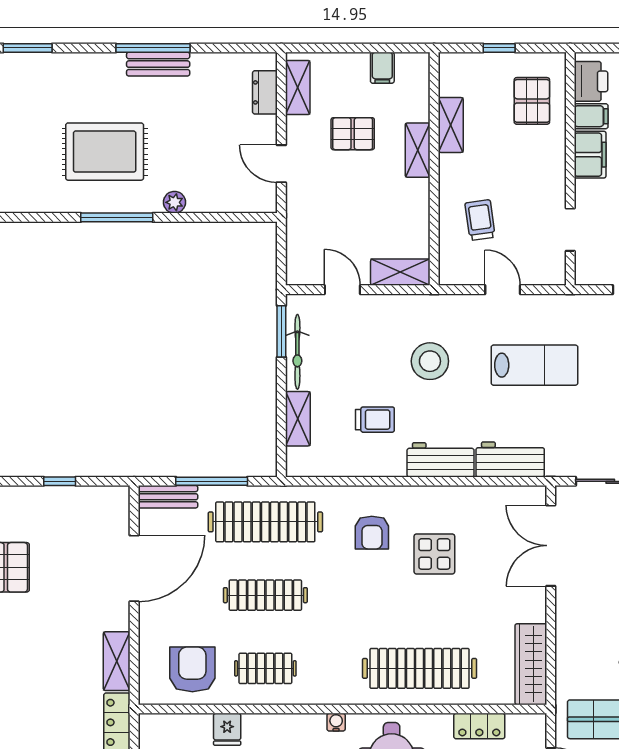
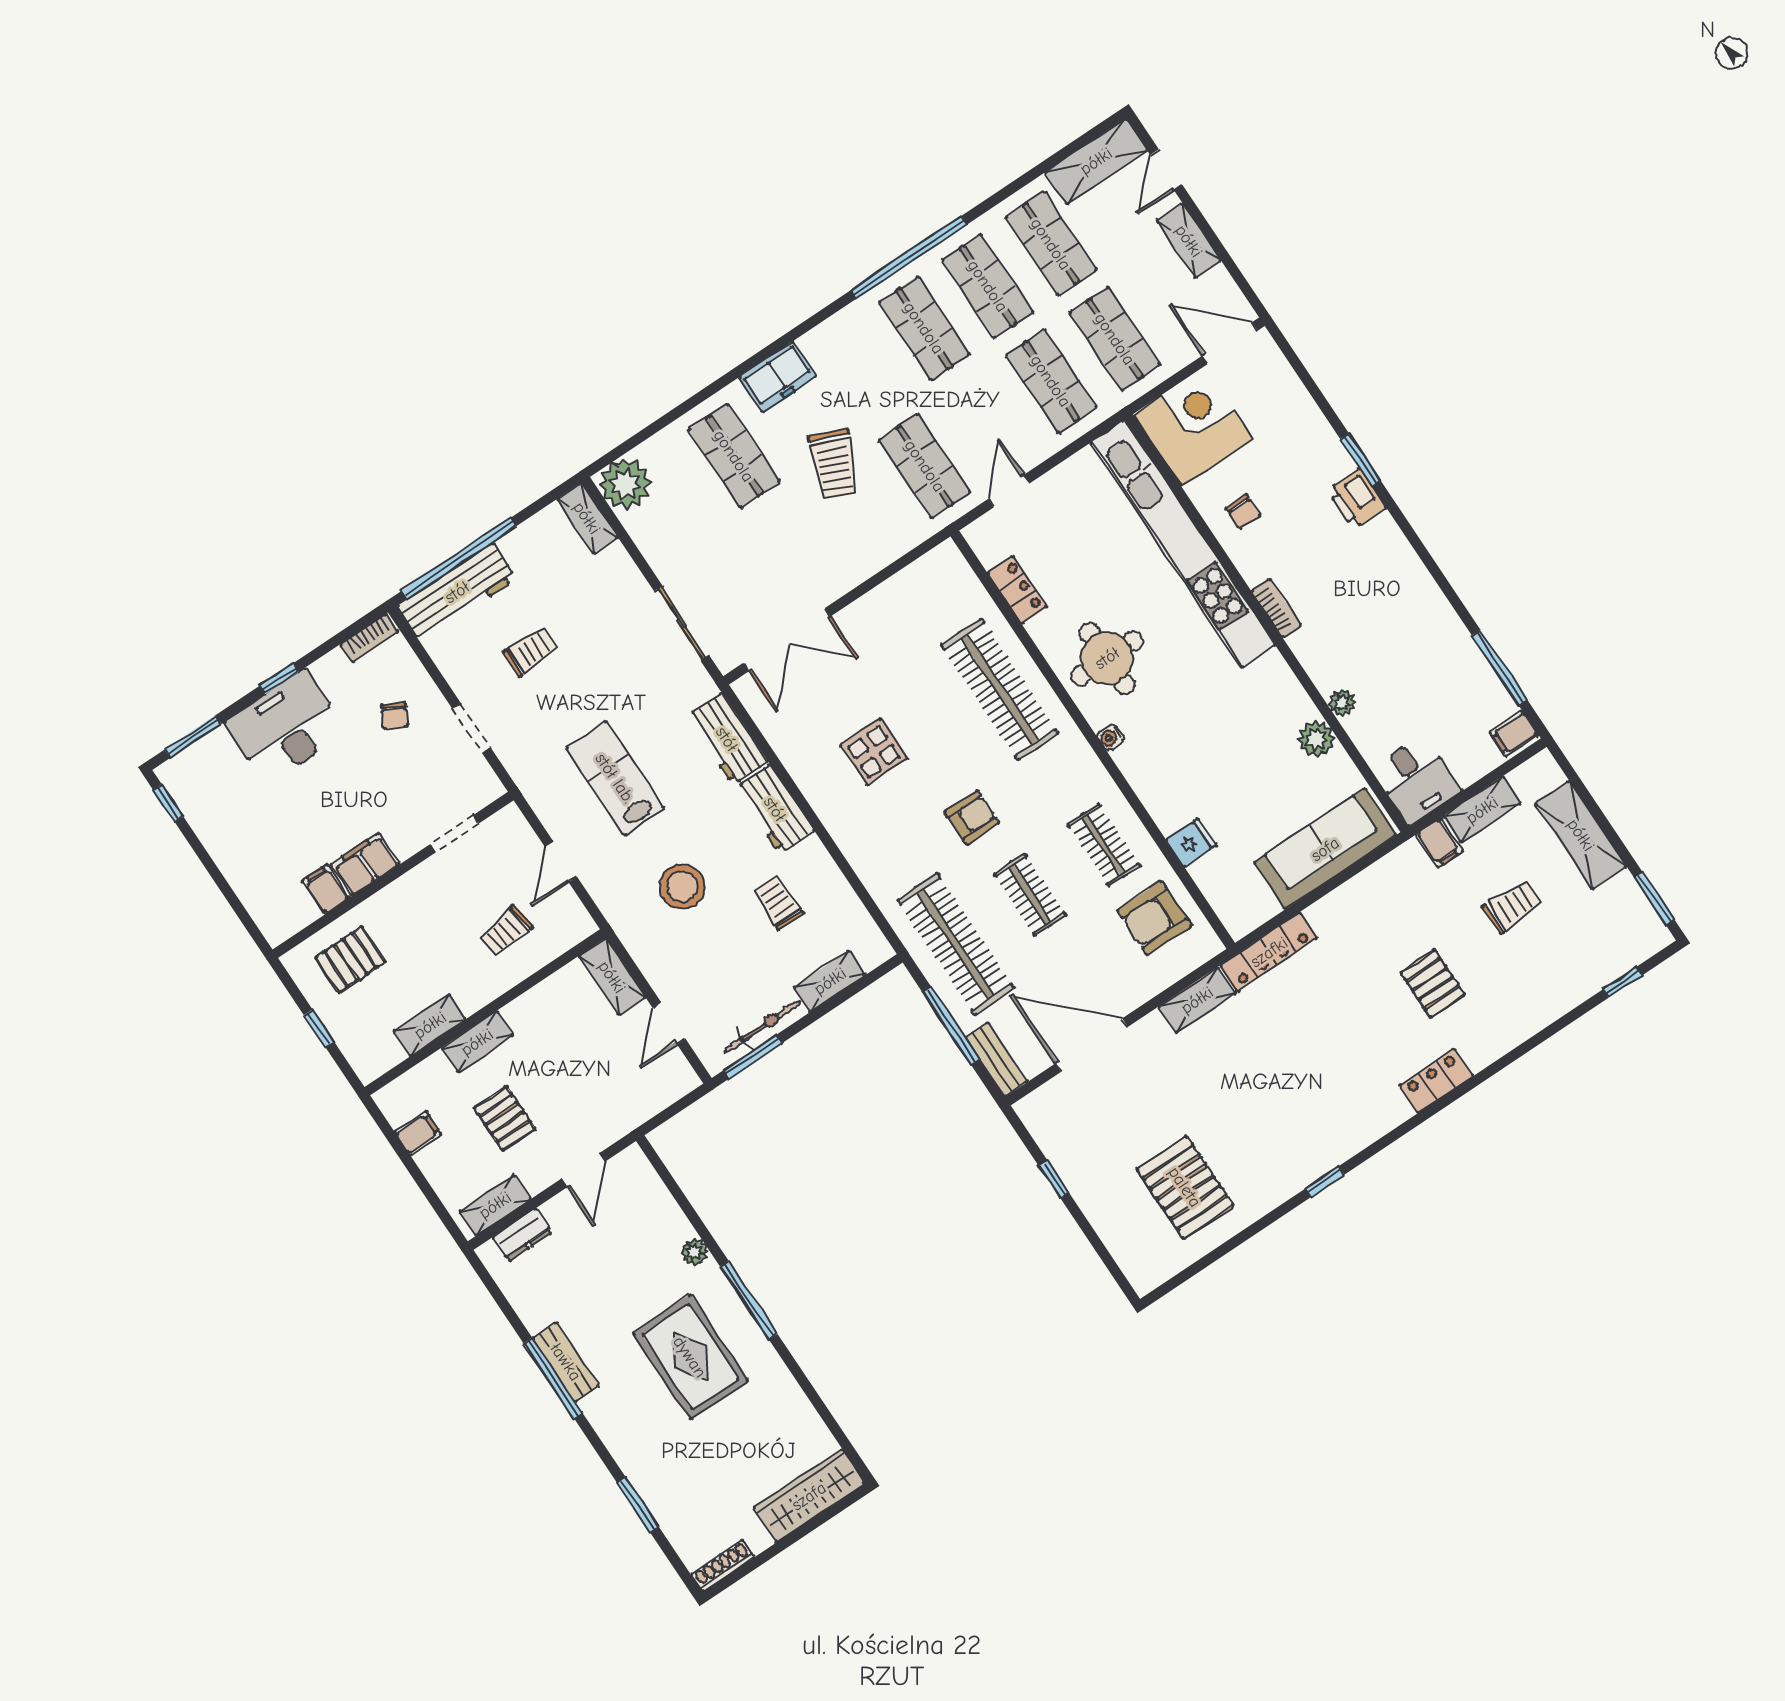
printer: (591, 81) -> (291, 913), removed
armchair: (372, 533) -> (972, 818), moved
clothes rail: (265, 595) -> (1030, 895), width x0.73
wardrobe: (531, 664) -> (920, 580), removed

